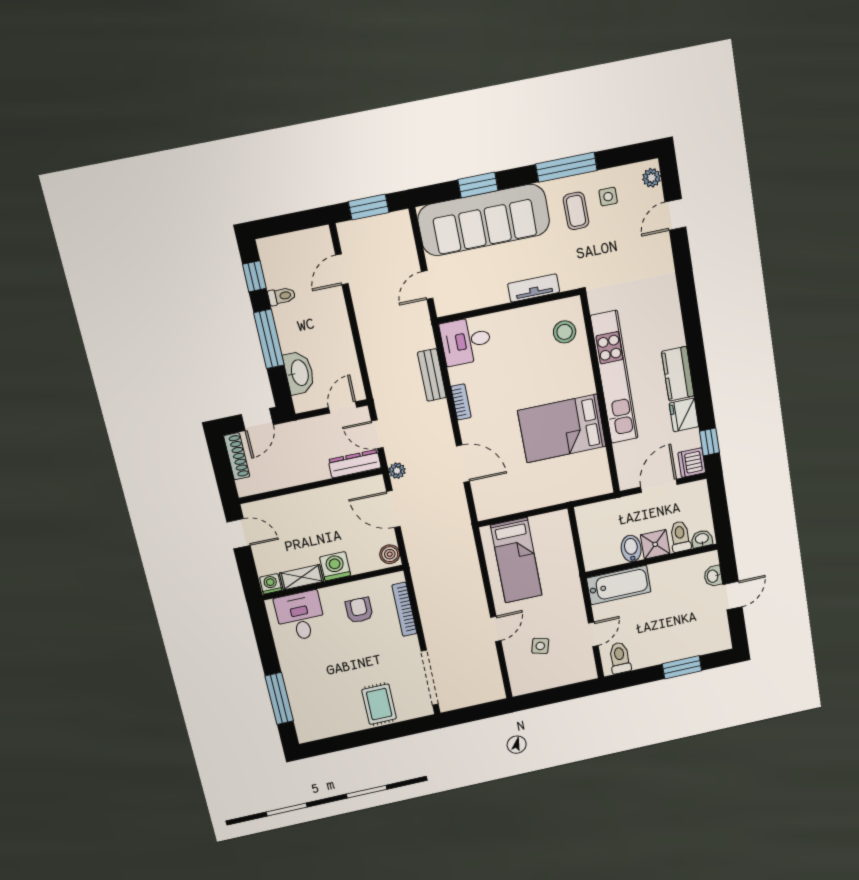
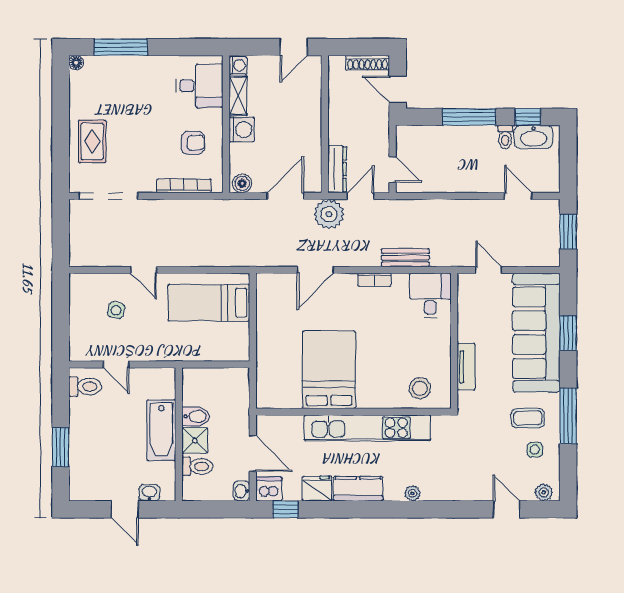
plant: (674, 317) -> (413, 493), added
washbasin: (299, 373) -> (533, 137), moved
plant: (397, 471) -> (329, 214), width x1.88, depth x1.88
washbasin: (702, 539) -> (242, 491), moved, turned 180
bathtub: (619, 585) -> (161, 430), moved
rug: (379, 704) -> (92, 141), turned 90
floor lamp: (305, 736) -> (76, 63), added

